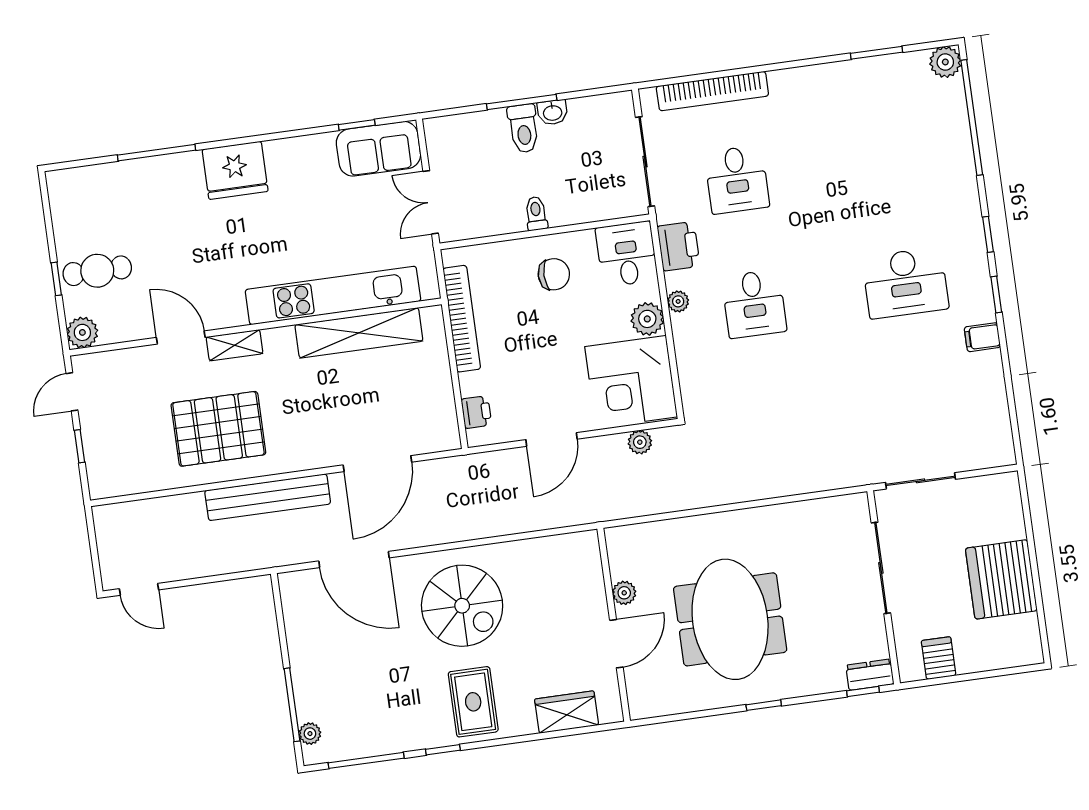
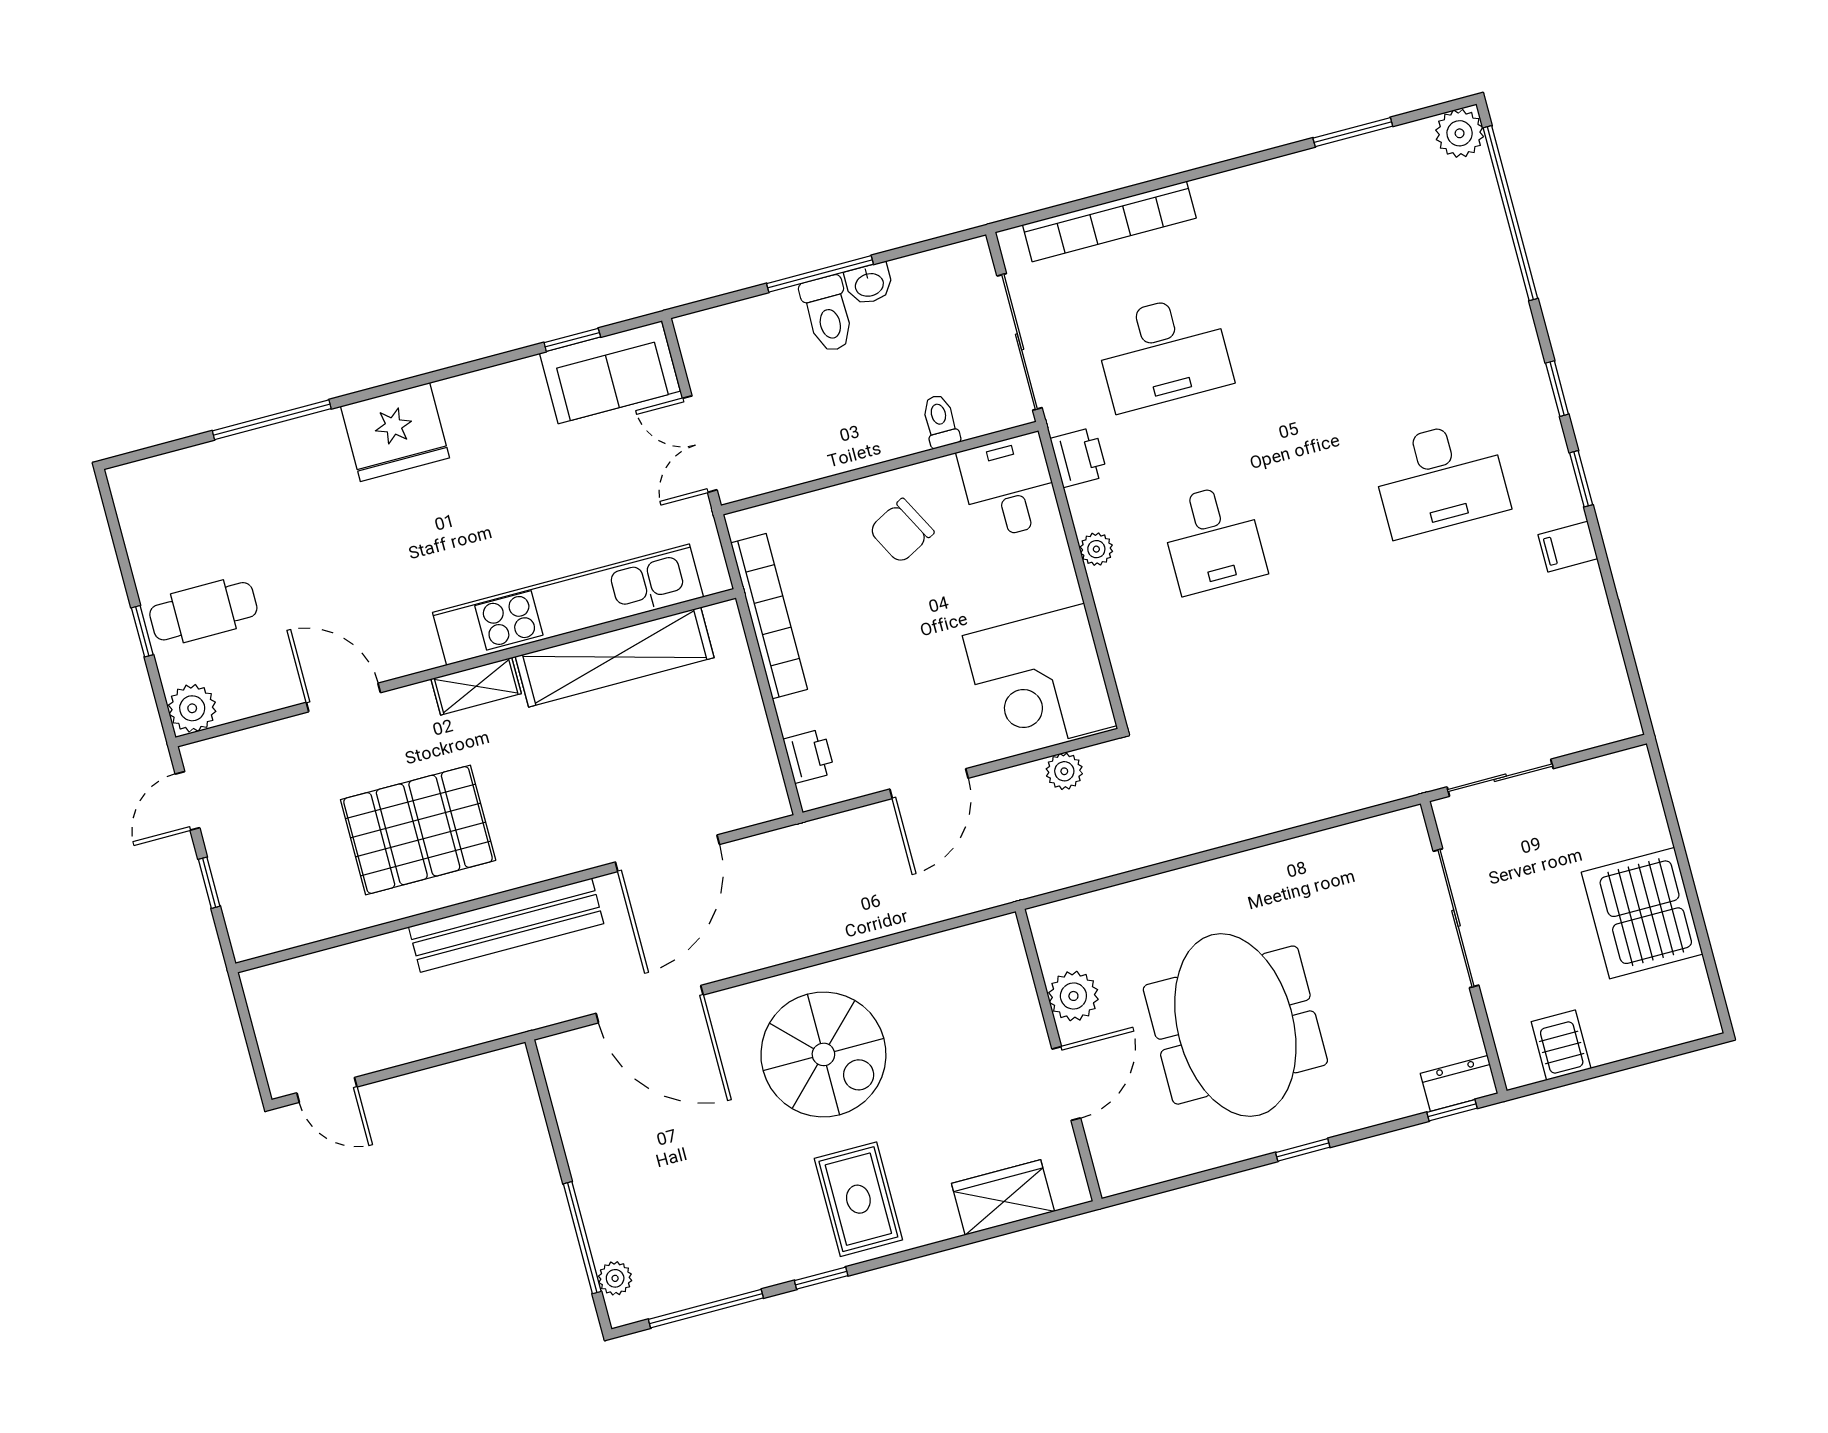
desk: (737, 180) -> (1163, 352), width x1.37
toilet: (536, 214) -> (940, 421), moved
printer: (679, 246) -> (1079, 457), width x0.73, depth x0.81
chair: (554, 274) -> (901, 531), turned 152
plant: (647, 319) -> (1053, 582), removed
shelving: (235, 345) -> (476, 686), moved
plant: (624, 593) -> (1073, 996), width x1.38, depth x1.38

